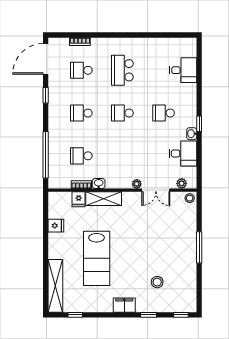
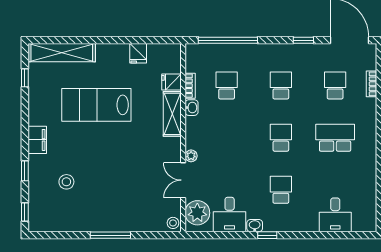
plant: (182, 183) -> (197, 213), width x1.88, depth x1.88

